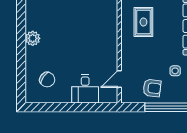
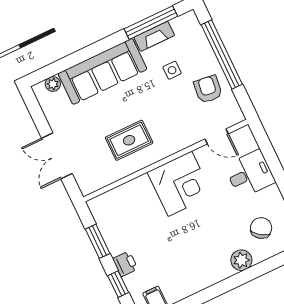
plant: (33, 38) -> (241, 260), moved
corner desk: (100, 41) -> (180, 184), added

